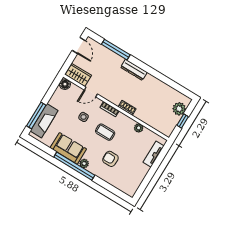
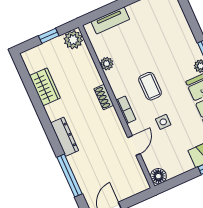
wardrobe: (78, 75) -> (45, 87), moved, turned 180
door: (91, 92) -> (134, 146), hinge flipped
plant: (179, 109) -> (73, 40), moved
armchair: (110, 159) -> (166, 50), removed

